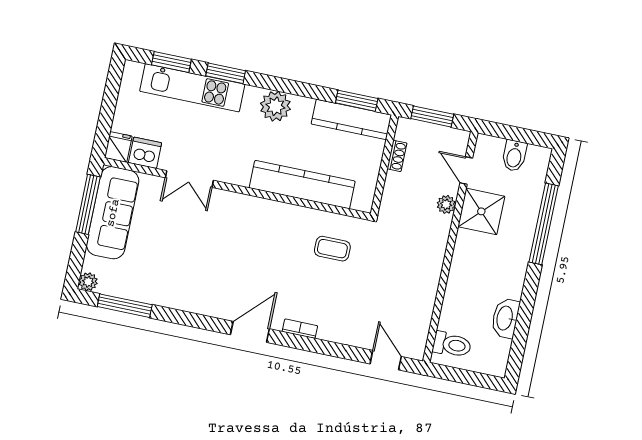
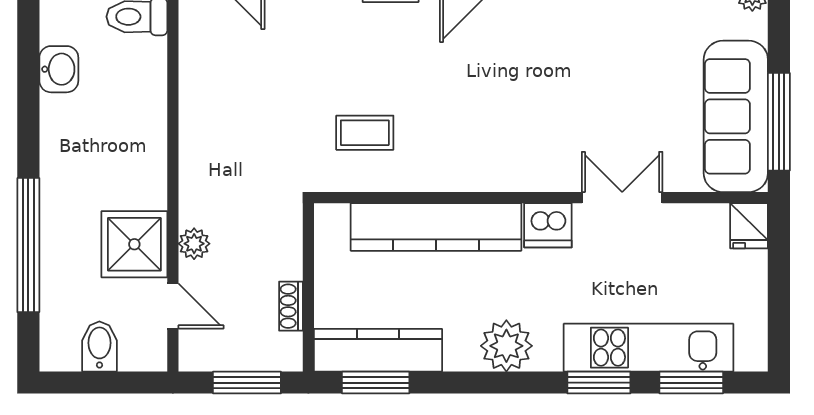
dishwasher: (145, 153) -> (548, 225), moved
washbasin: (505, 318) -> (59, 69), width x0.72

